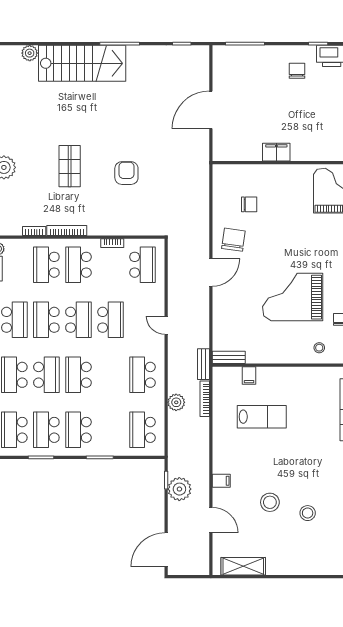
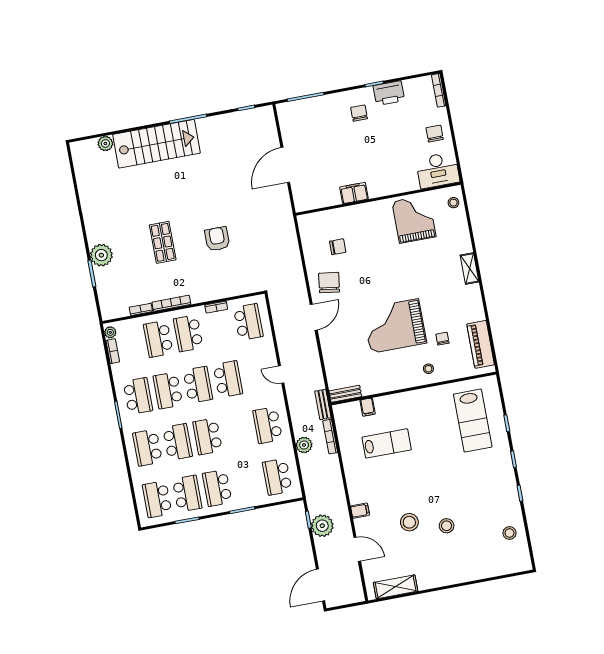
school desk: (46, 430) -> (187, 494), turned 180

